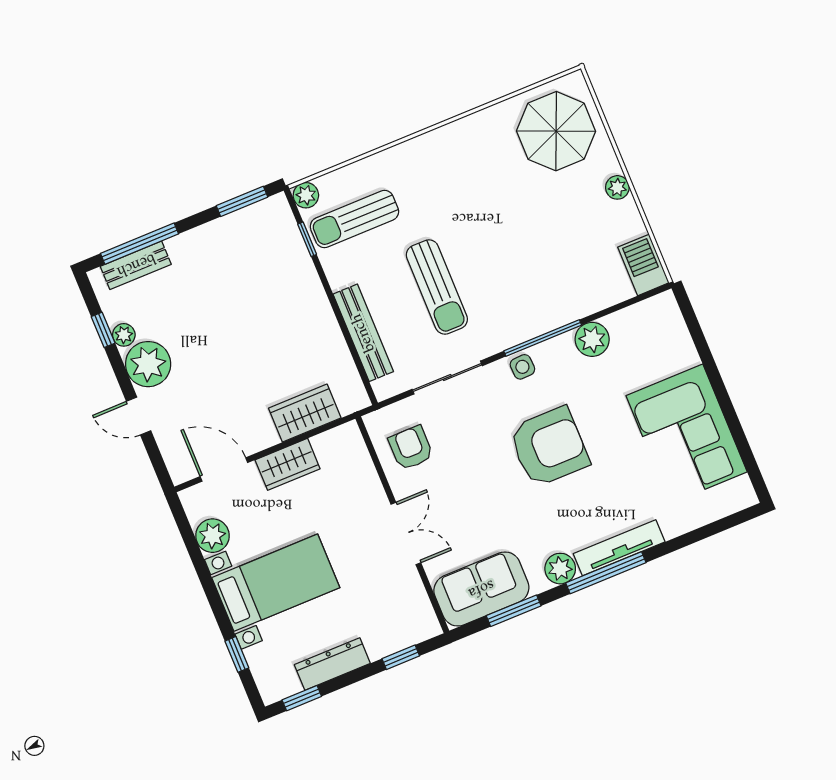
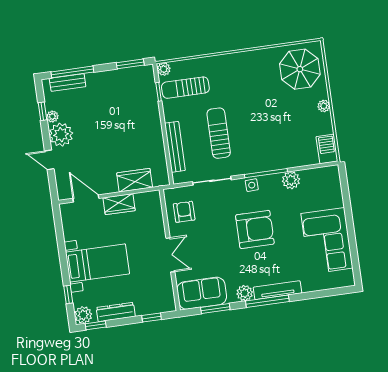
sun lounger: (437, 287) -> (219, 133), turned 180
plant: (212, 536) -> (83, 315), moved

